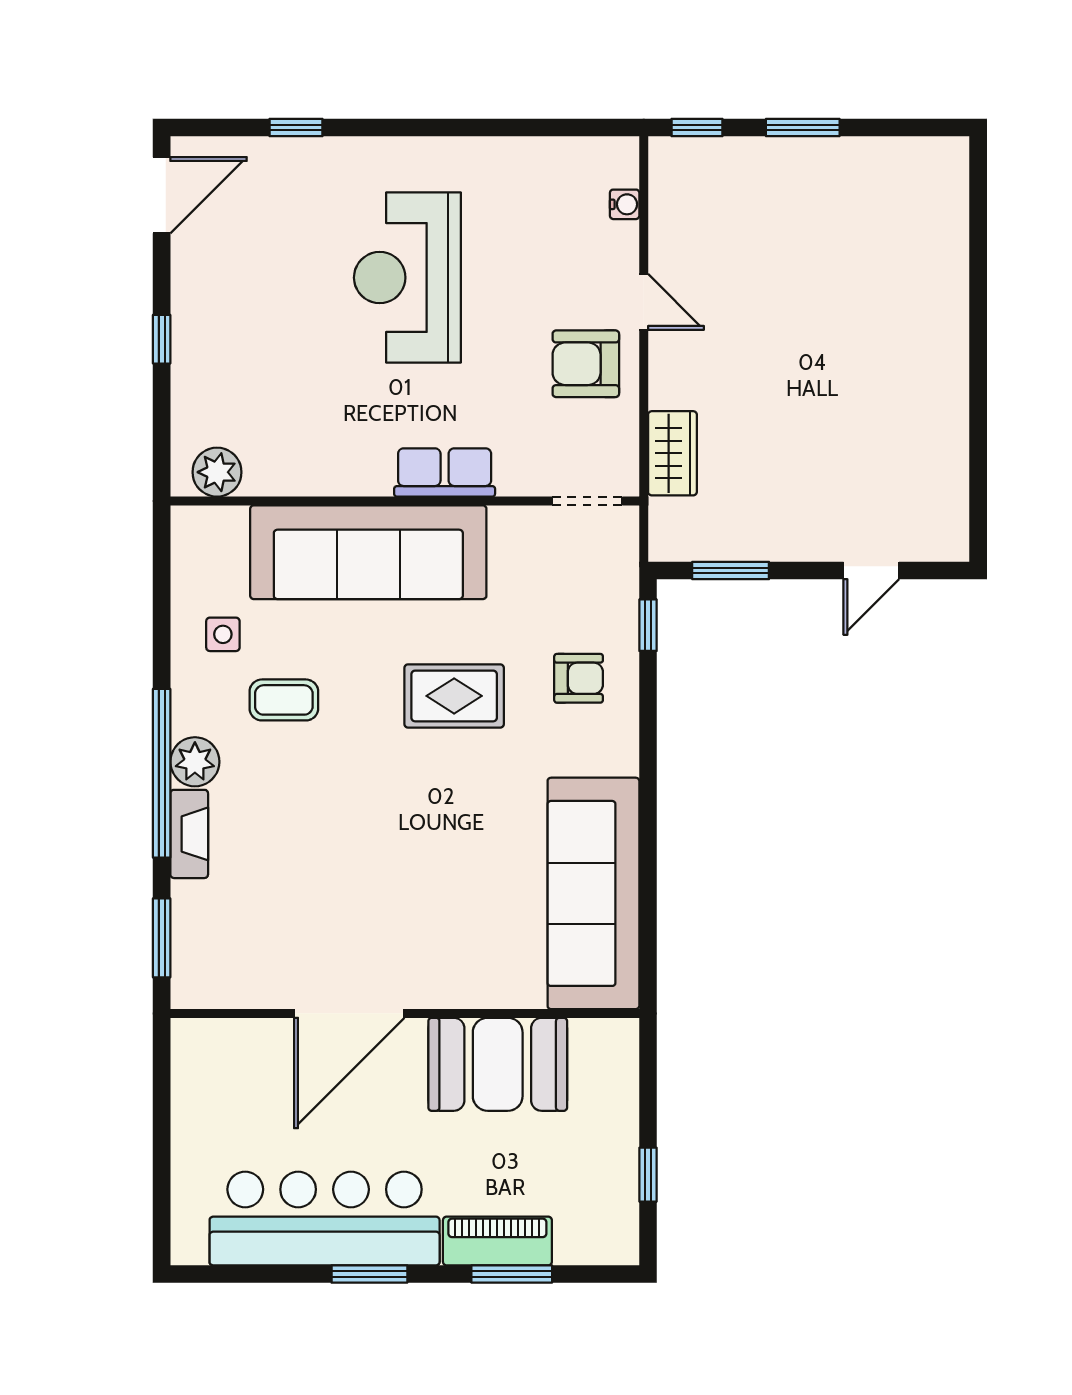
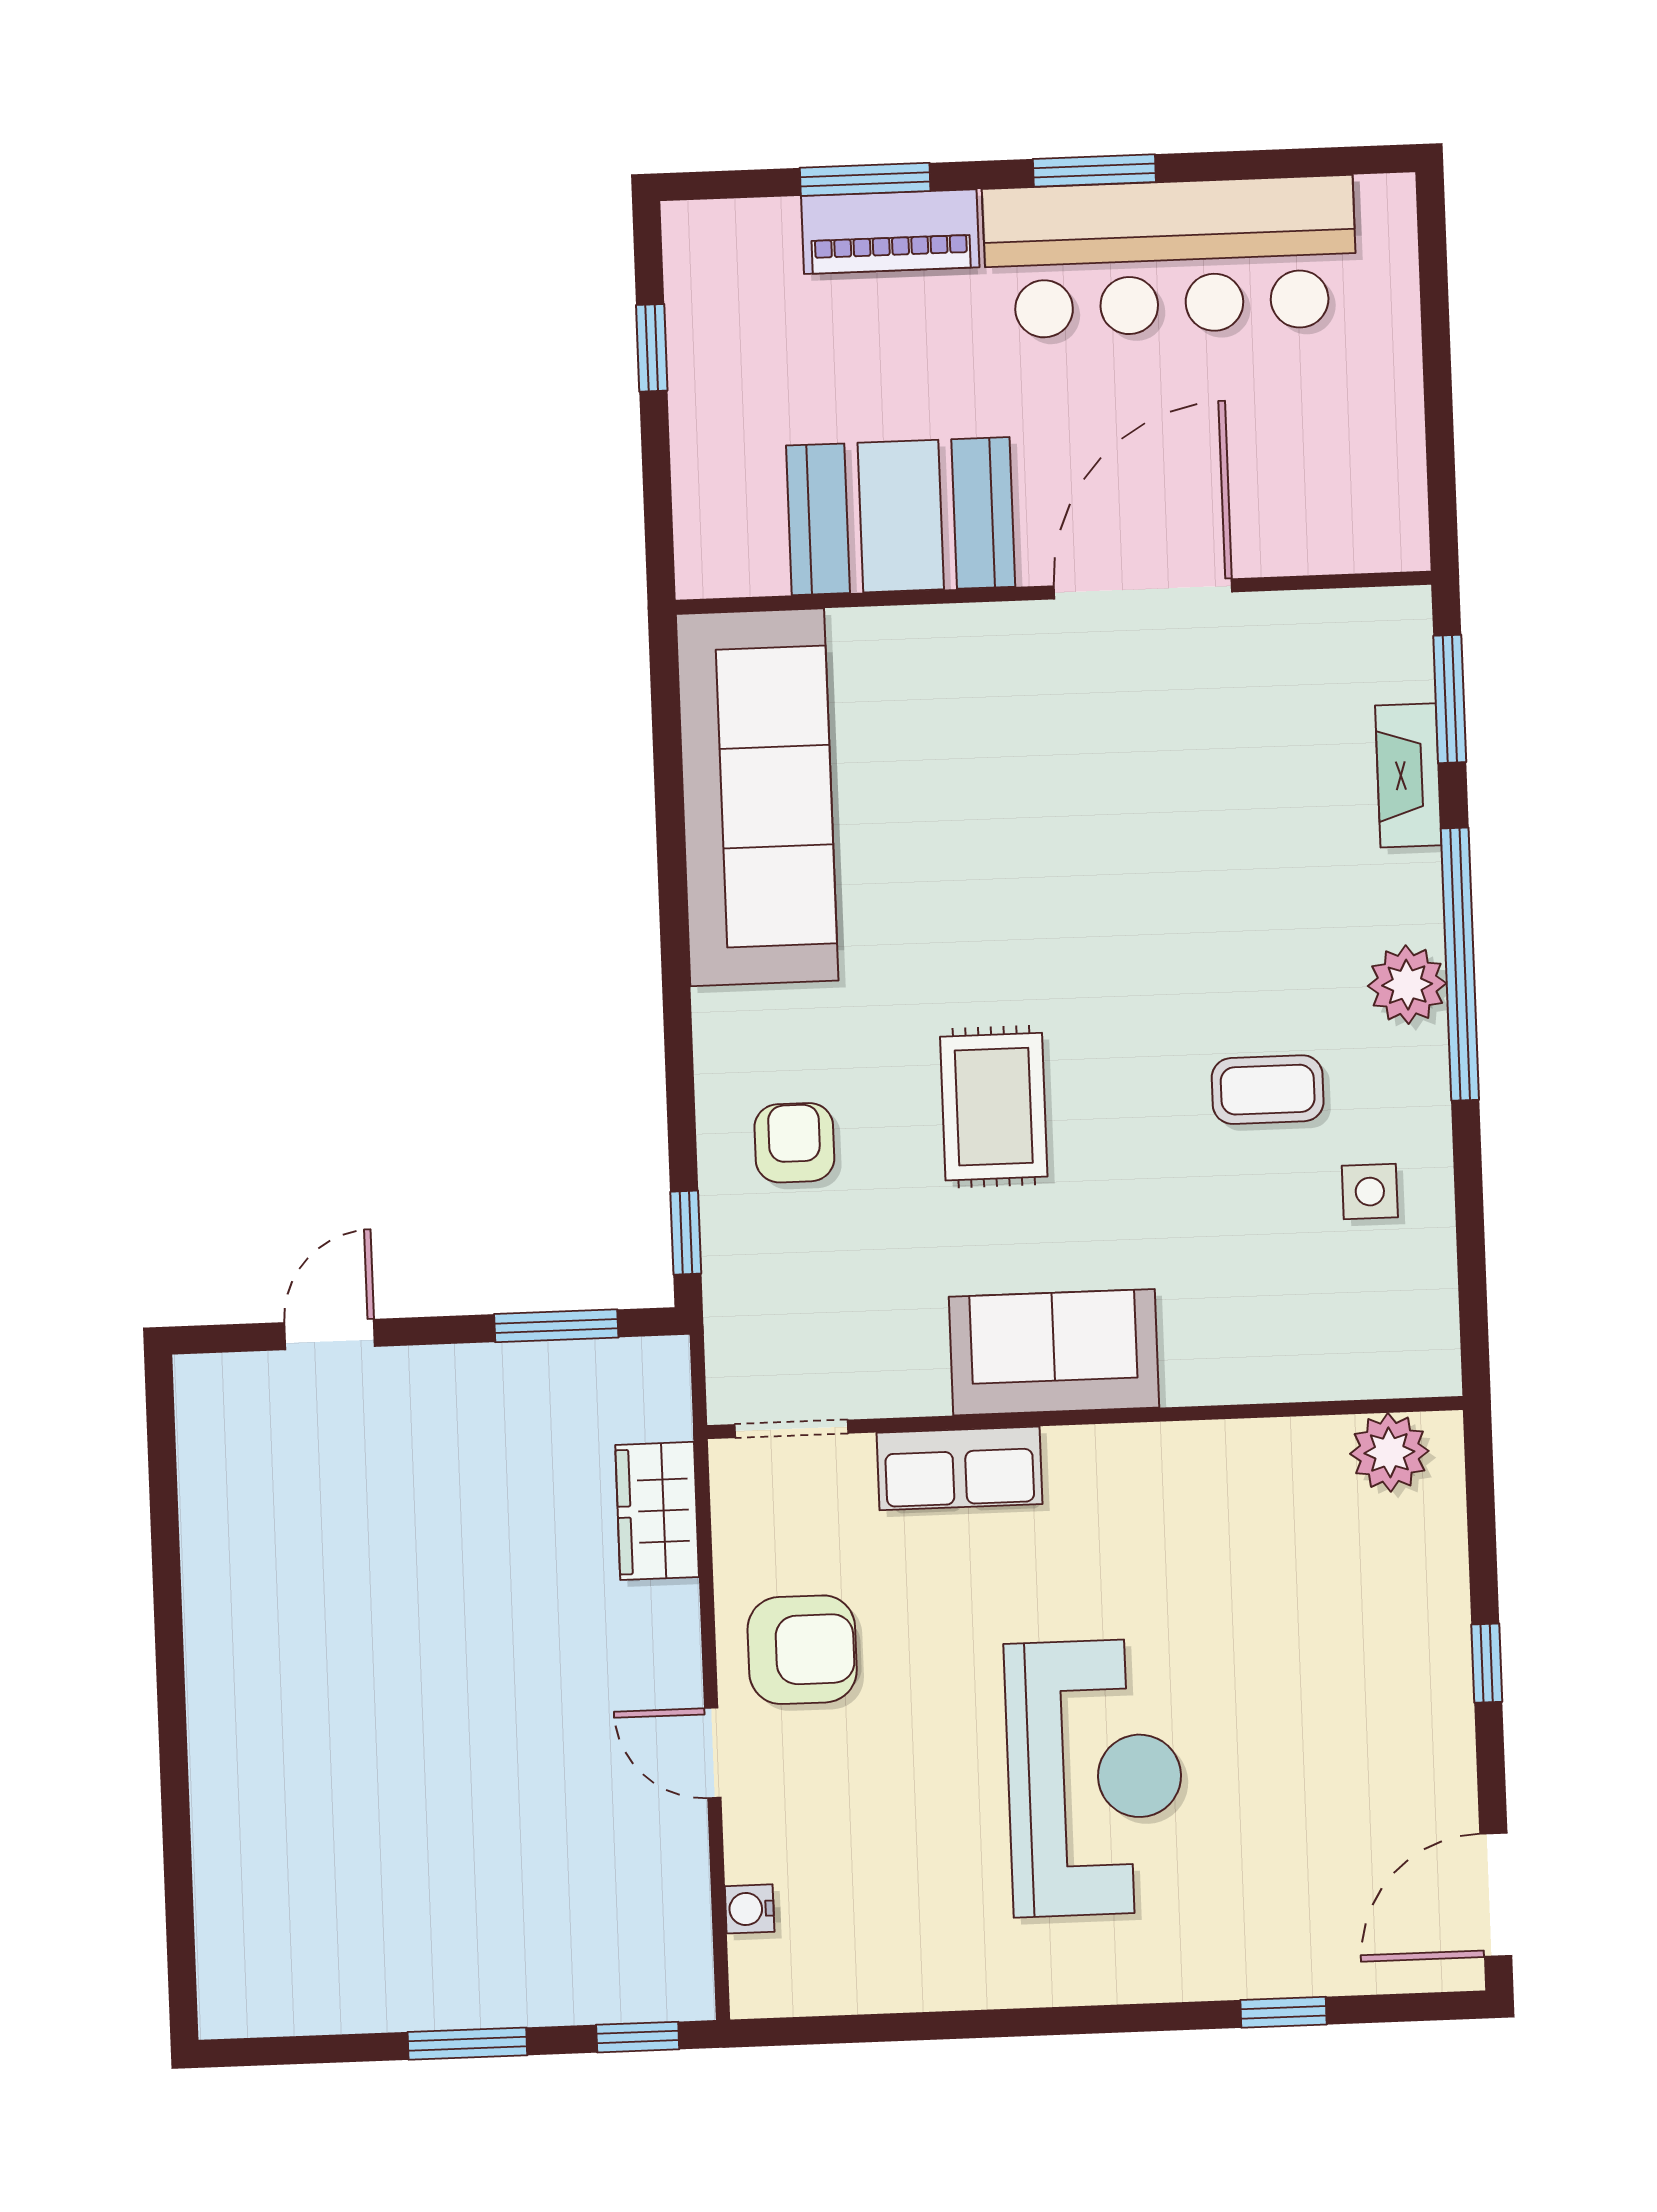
row of seats: (445, 472) -> (959, 1468), moved
sofa: (368, 552) -> (1054, 1352), width x0.54, depth x0.79
armchair: (579, 678) -> (794, 1143), turned 90
rug: (454, 696) -> (994, 1107), turned 90
fireplace: (189, 834) -> (1408, 775), moved

